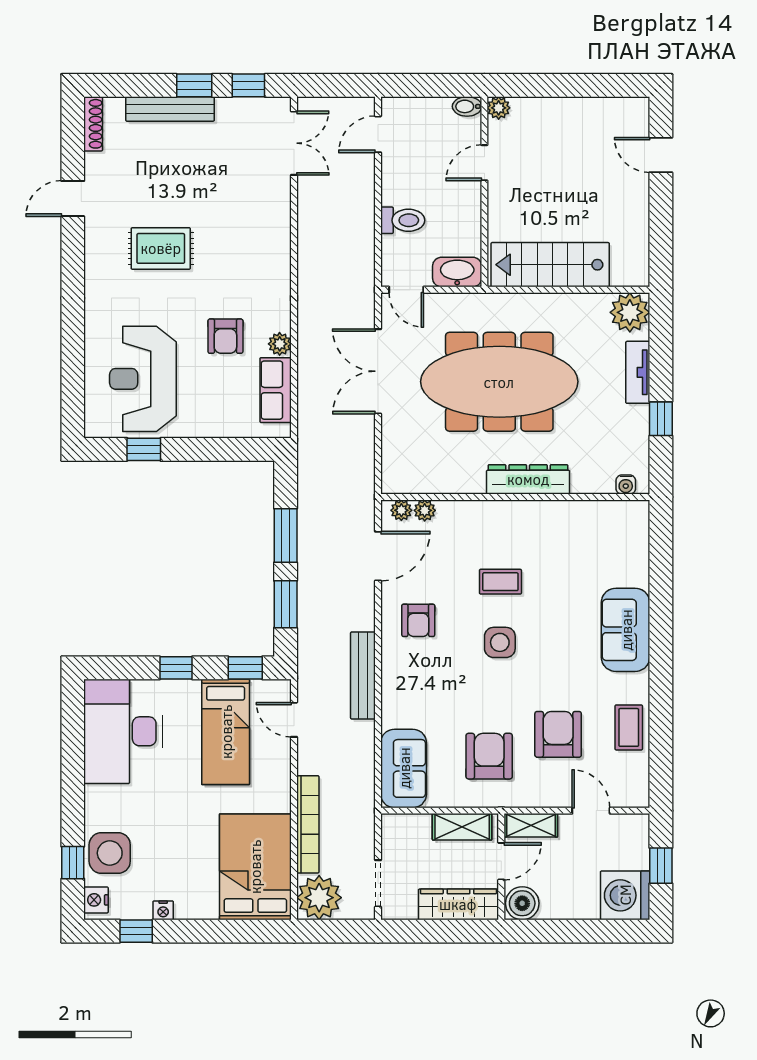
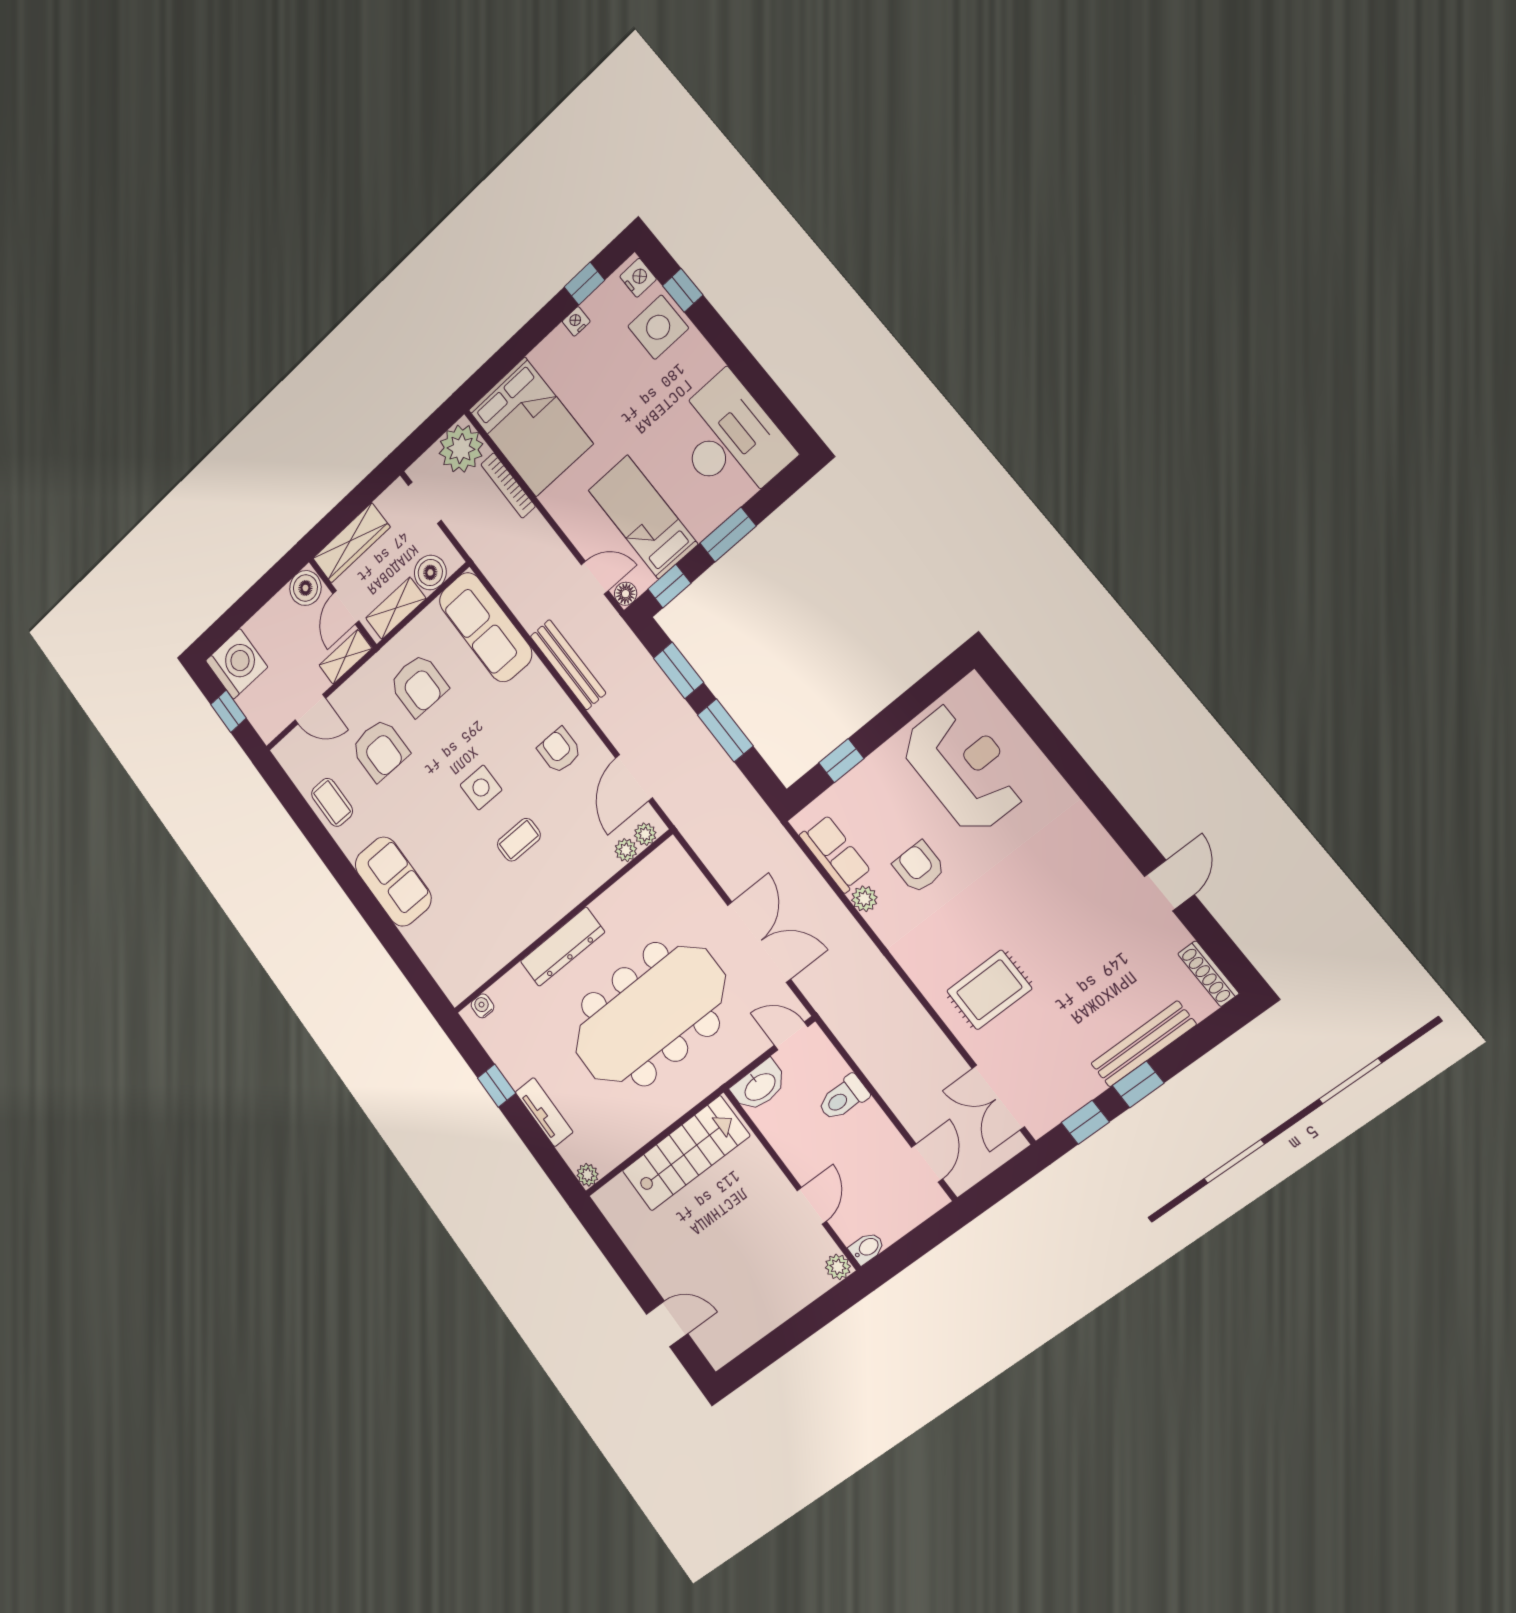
rug: (161, 248) -> (989, 990), moved
plant: (630, 312) -> (588, 1175), width x0.53, depth x0.53
window: (144, 449) -> (841, 761), moved
window: (176, 668) -> (728, 535), width x1.50
floor lamp: (281, 689) -> (626, 594), added
sofa: (404, 768) -> (485, 627), width x1.36
bookcase: (308, 824) -> (508, 485), width x0.68, depth x0.76
boiler: (414, 830) -> (430, 572), added

